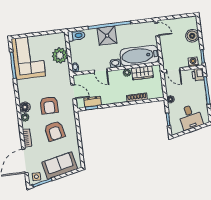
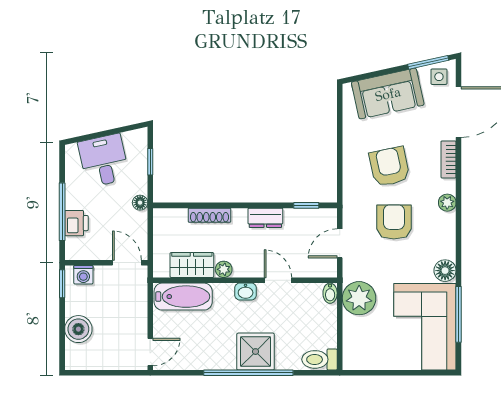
door: (157, 29) -> (150, 352), swing flipped
plant: (60, 55) -> (359, 298), moved
bathtub: (139, 56) -> (183, 297), width x0.73, depth x0.73
printer: (198, 74) -> (76, 223), moved
door: (74, 92) -> (340, 243), hinge flipped
dresser: (93, 102) -> (265, 218), moved
floor lamp: (25, 107) -> (445, 271), moved

